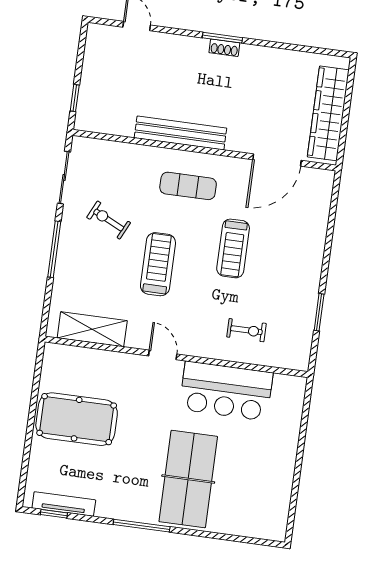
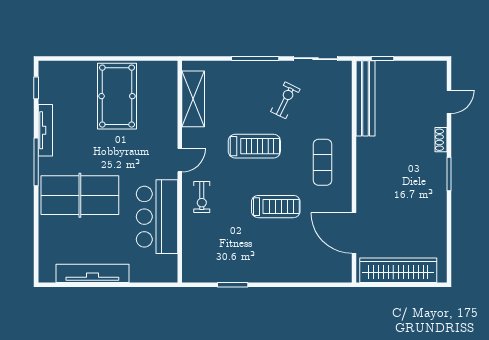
shoe rack: (224, 48) -> (441, 140), moved
bench: (180, 133) -> (365, 98), moved
treadmill: (233, 248) -> (276, 207), turned 180
exercise bike: (246, 330) -> (202, 197), moved
tv unit: (283, 477) -> (92, 273), added
tv unit: (64, 504) -> (45, 130), moved

